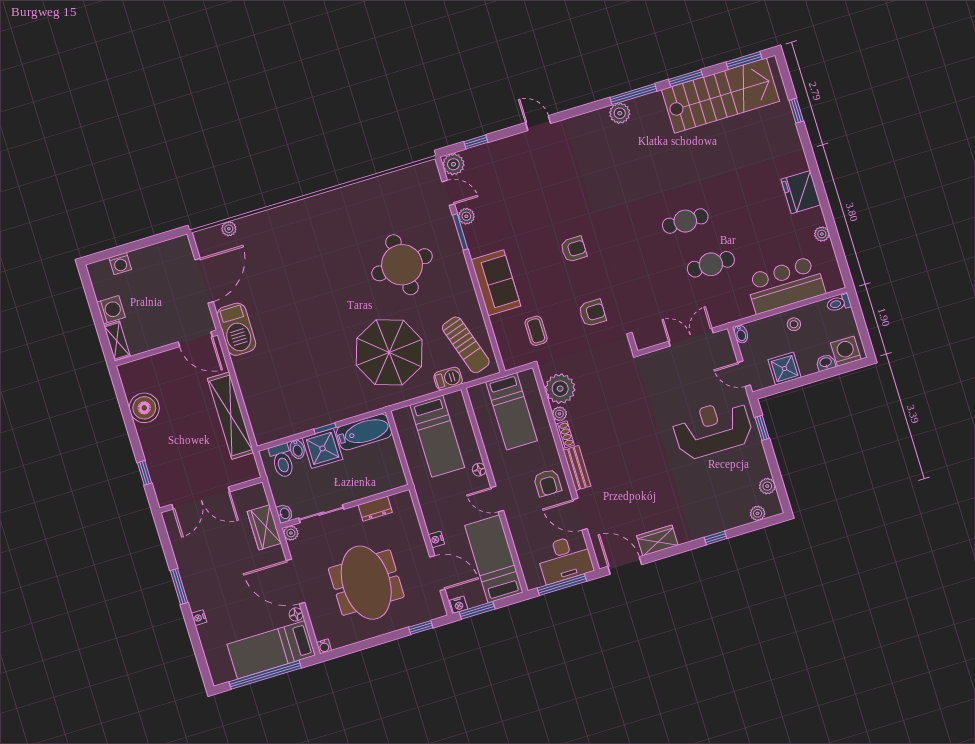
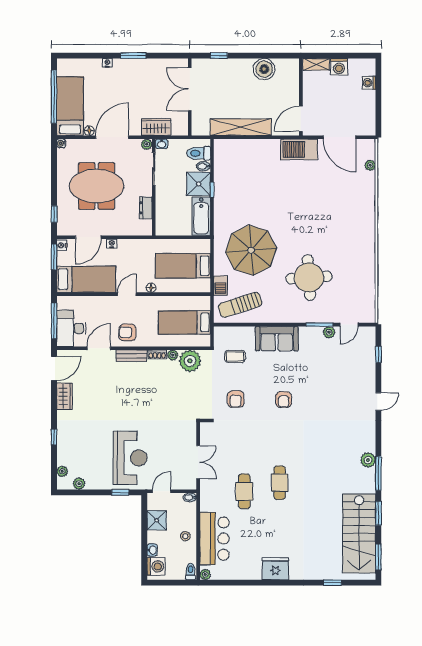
plant: (453, 164) -> (368, 334), removed
plant: (822, 234) -> (205, 574), moved

